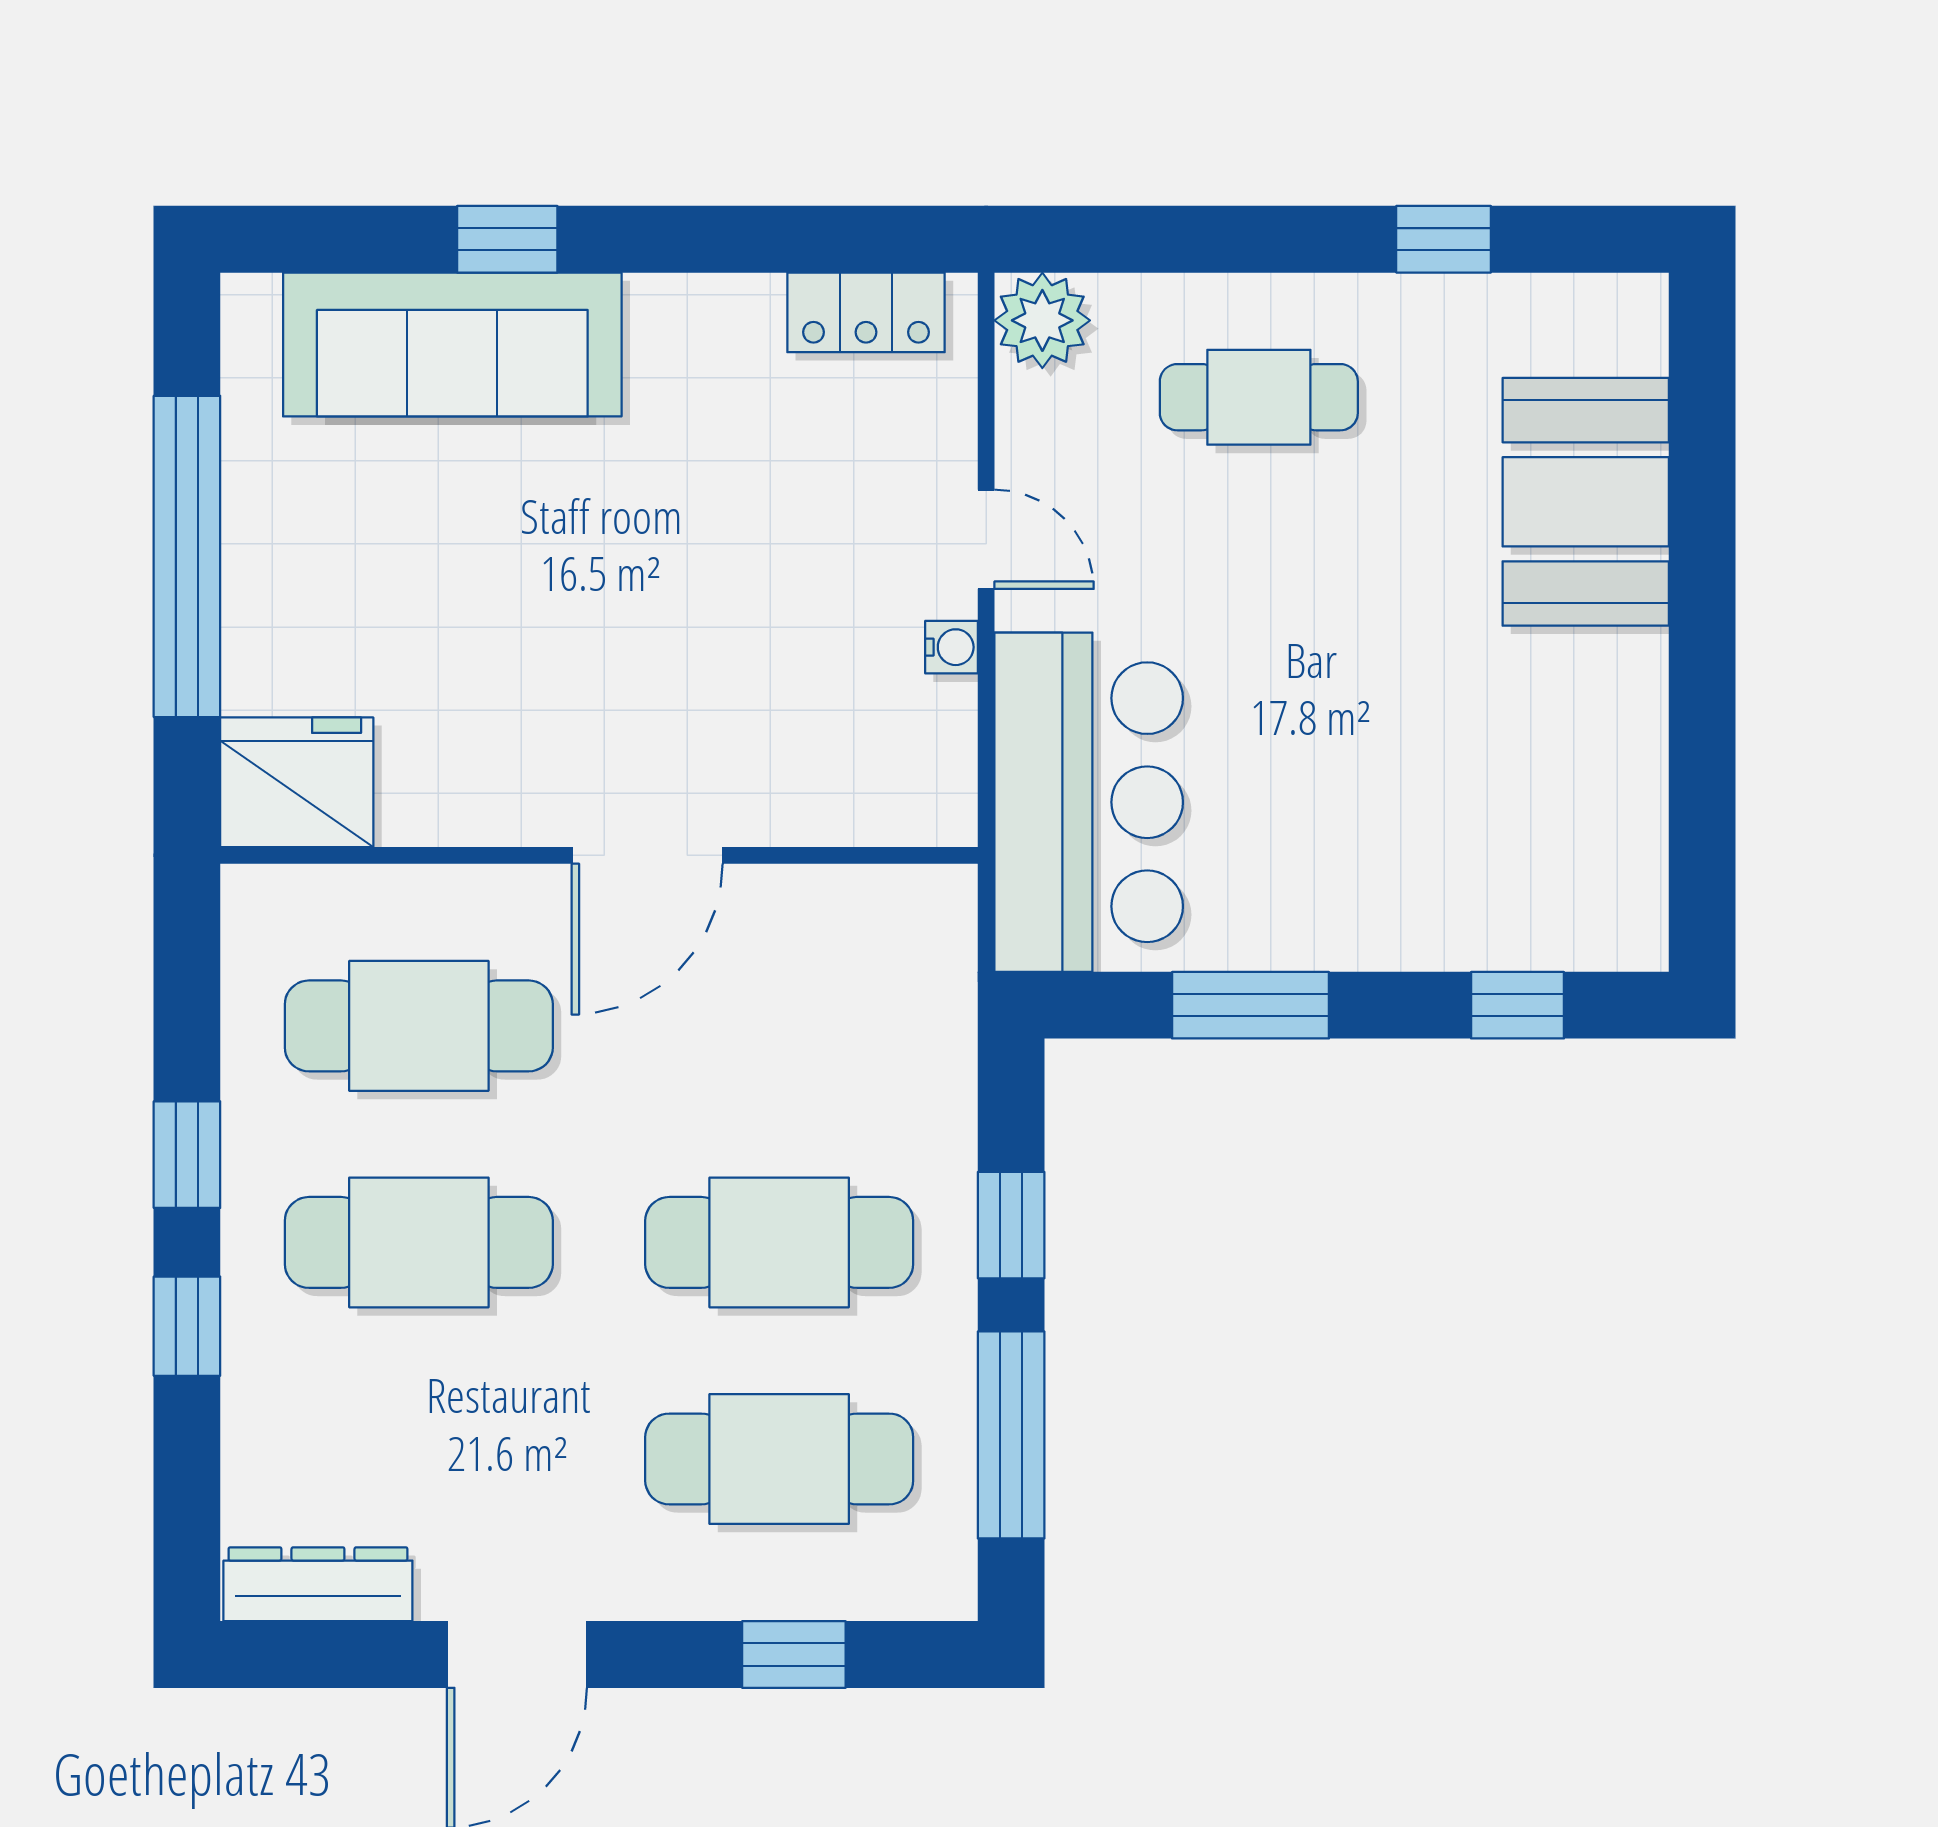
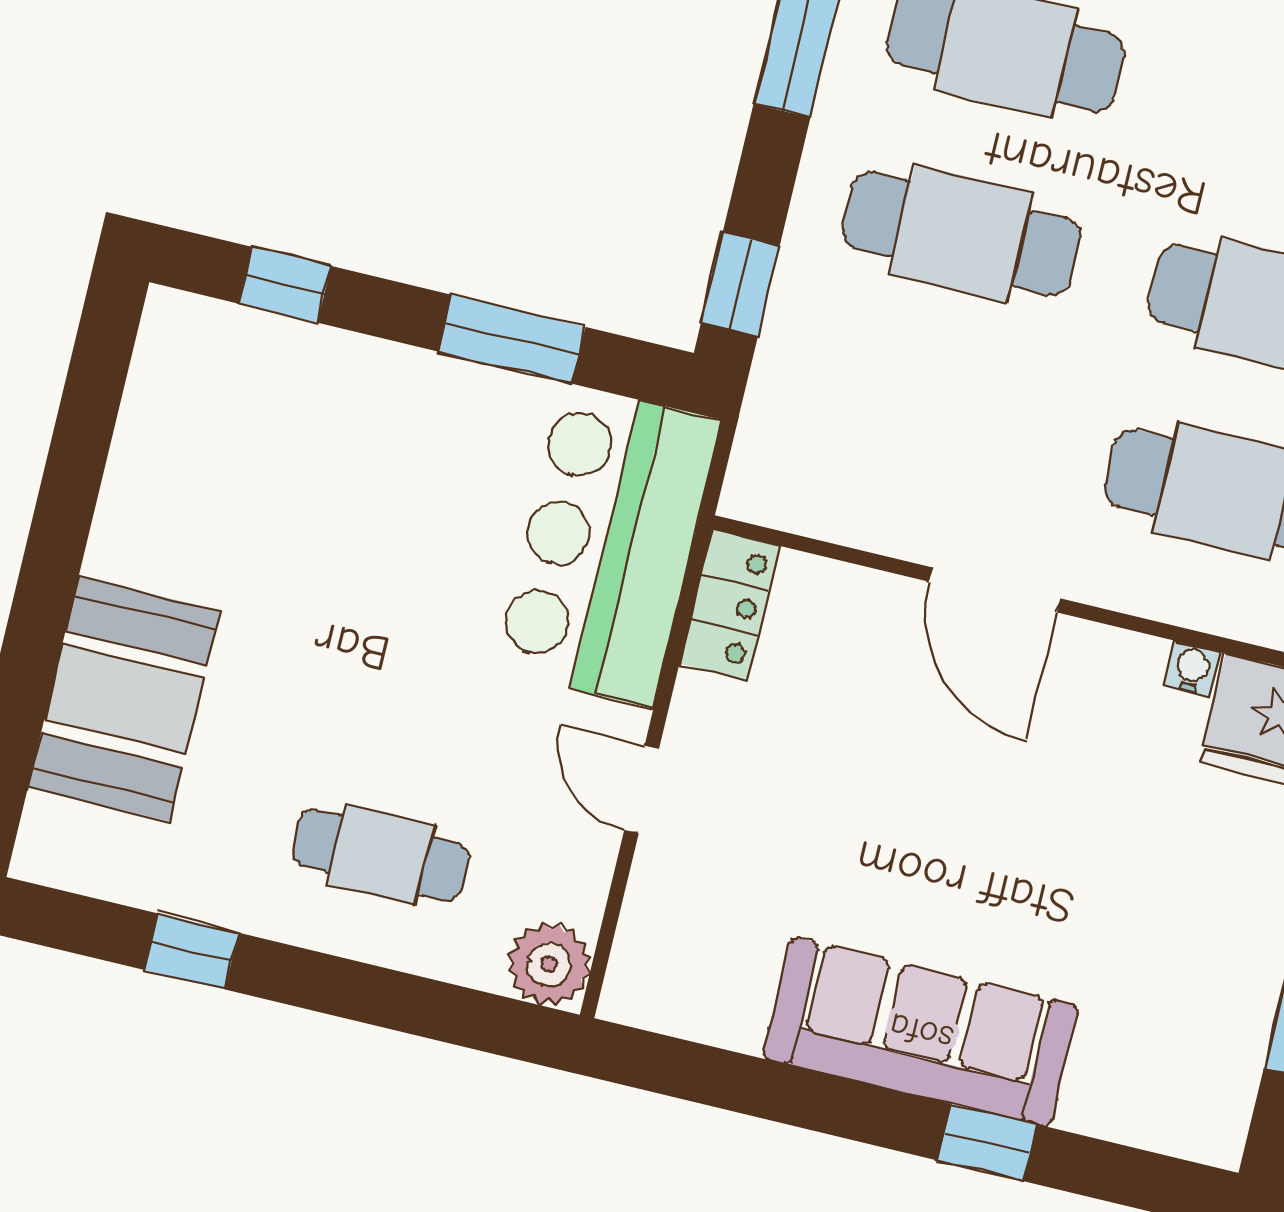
locker: (866, 312) -> (729, 605), moved, turned 90
sofa: (452, 345) -> (921, 1032), moved
water cooler: (951, 647) -> (1192, 669), moved, turned 90
door: (647, 855) -> (995, 590), swing flipped
window: (1011, 1225) -> (740, 284), moved

